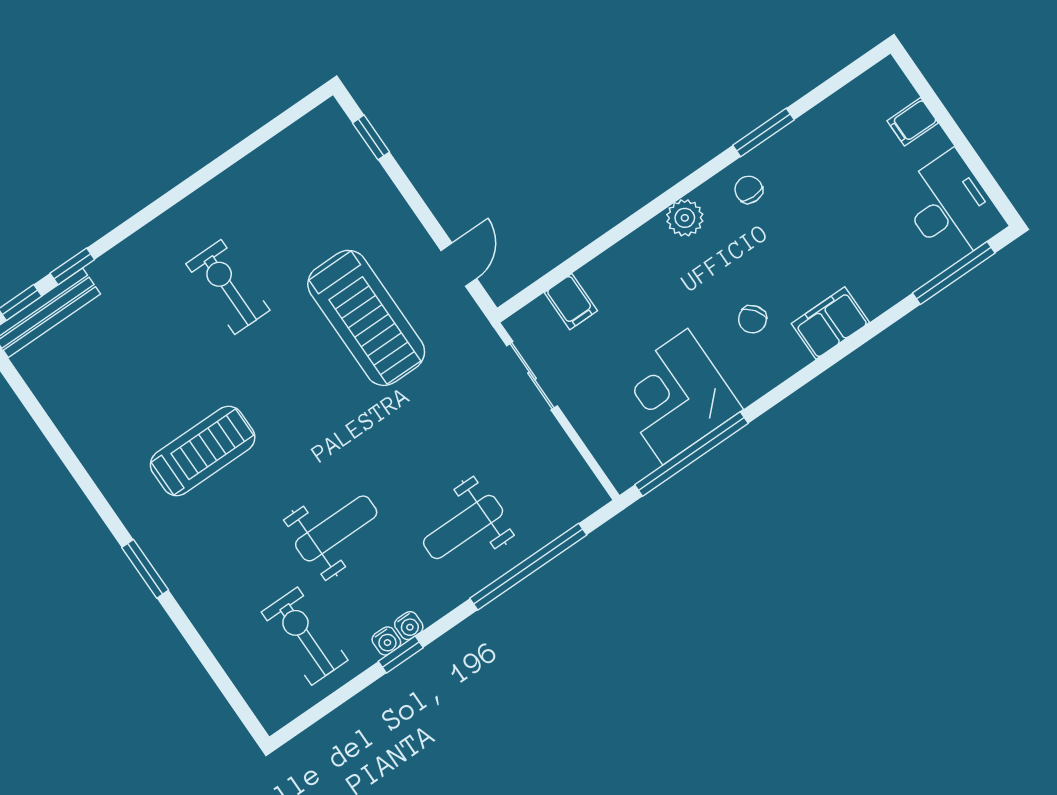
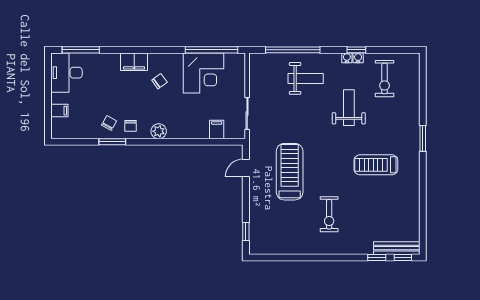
chair: (796, 166) -> (109, 123), added
weight bench: (336, 528) -> (349, 108), turned 90

